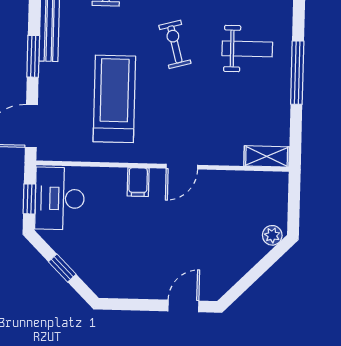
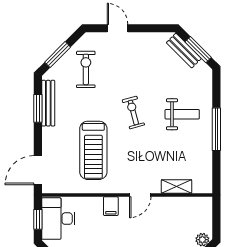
window: (33, 56) -> (38, 108), moved
treadmill: (114, 99) -> (93, 150), turned 180
shelving: (267, 156) -> (177, 187), moved

